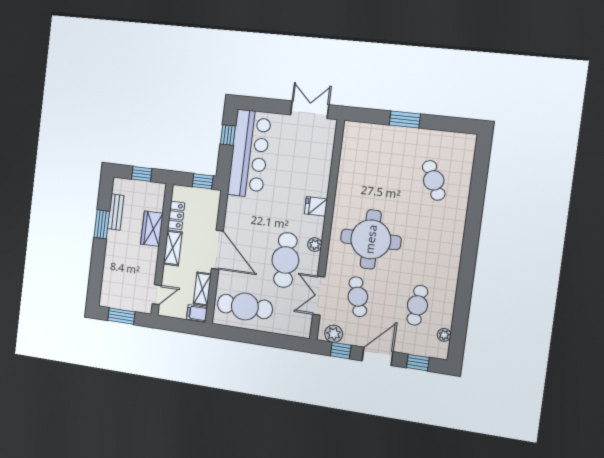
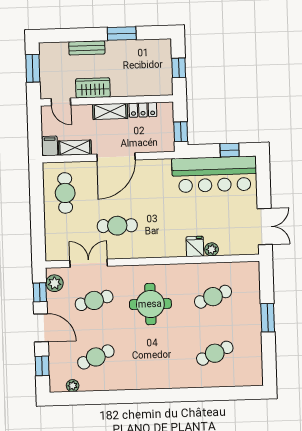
cafe table: (373, 173) -> (213, 297), added
fridge: (316, 206) -> (195, 246), moved
bench: (116, 212) -> (87, 48), moved
wardrobe: (152, 229) -> (93, 88), moved
round table: (371, 239) -> (150, 304), width x0.73, depth x0.73
plant: (315, 245) -> (212, 249), moved
cafe table: (285, 260) -> (117, 226), width x0.73, depth x0.74
cafe table: (417, 305) -> (96, 357), turned -30
cafe table: (245, 307) -> (65, 193), width x0.73, depth x0.74

